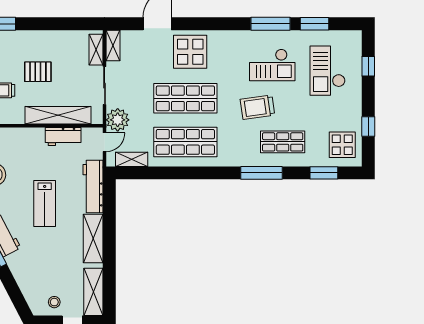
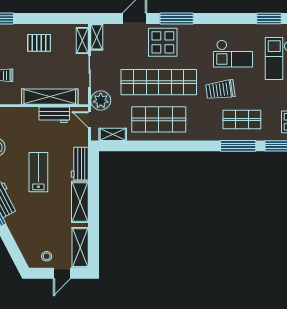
window: (270, 24) -> (177, 18), moved
pallet: (38, 72) -> (39, 43), moved
shop shelf: (185, 98) -> (159, 82), width x1.40
door: (105, 142) -> (90, 120), swing flipped
window: (261, 173) -> (238, 146), moved
workbench: (93, 186) -> (80, 164), width x0.73
lab bench: (45, 204) -> (38, 172), turned 180

